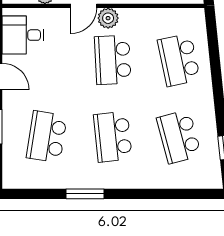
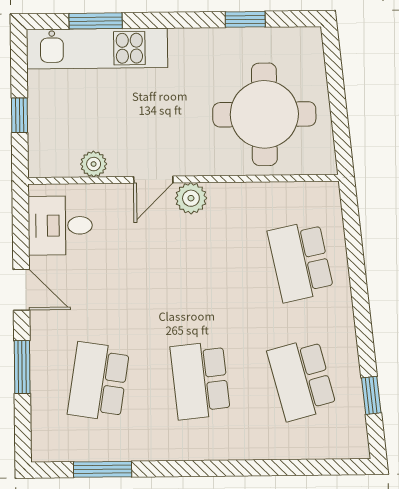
school desk: (113, 60) -> (199, 262), removed
window: (85, 194) -> (103, 469), moved

